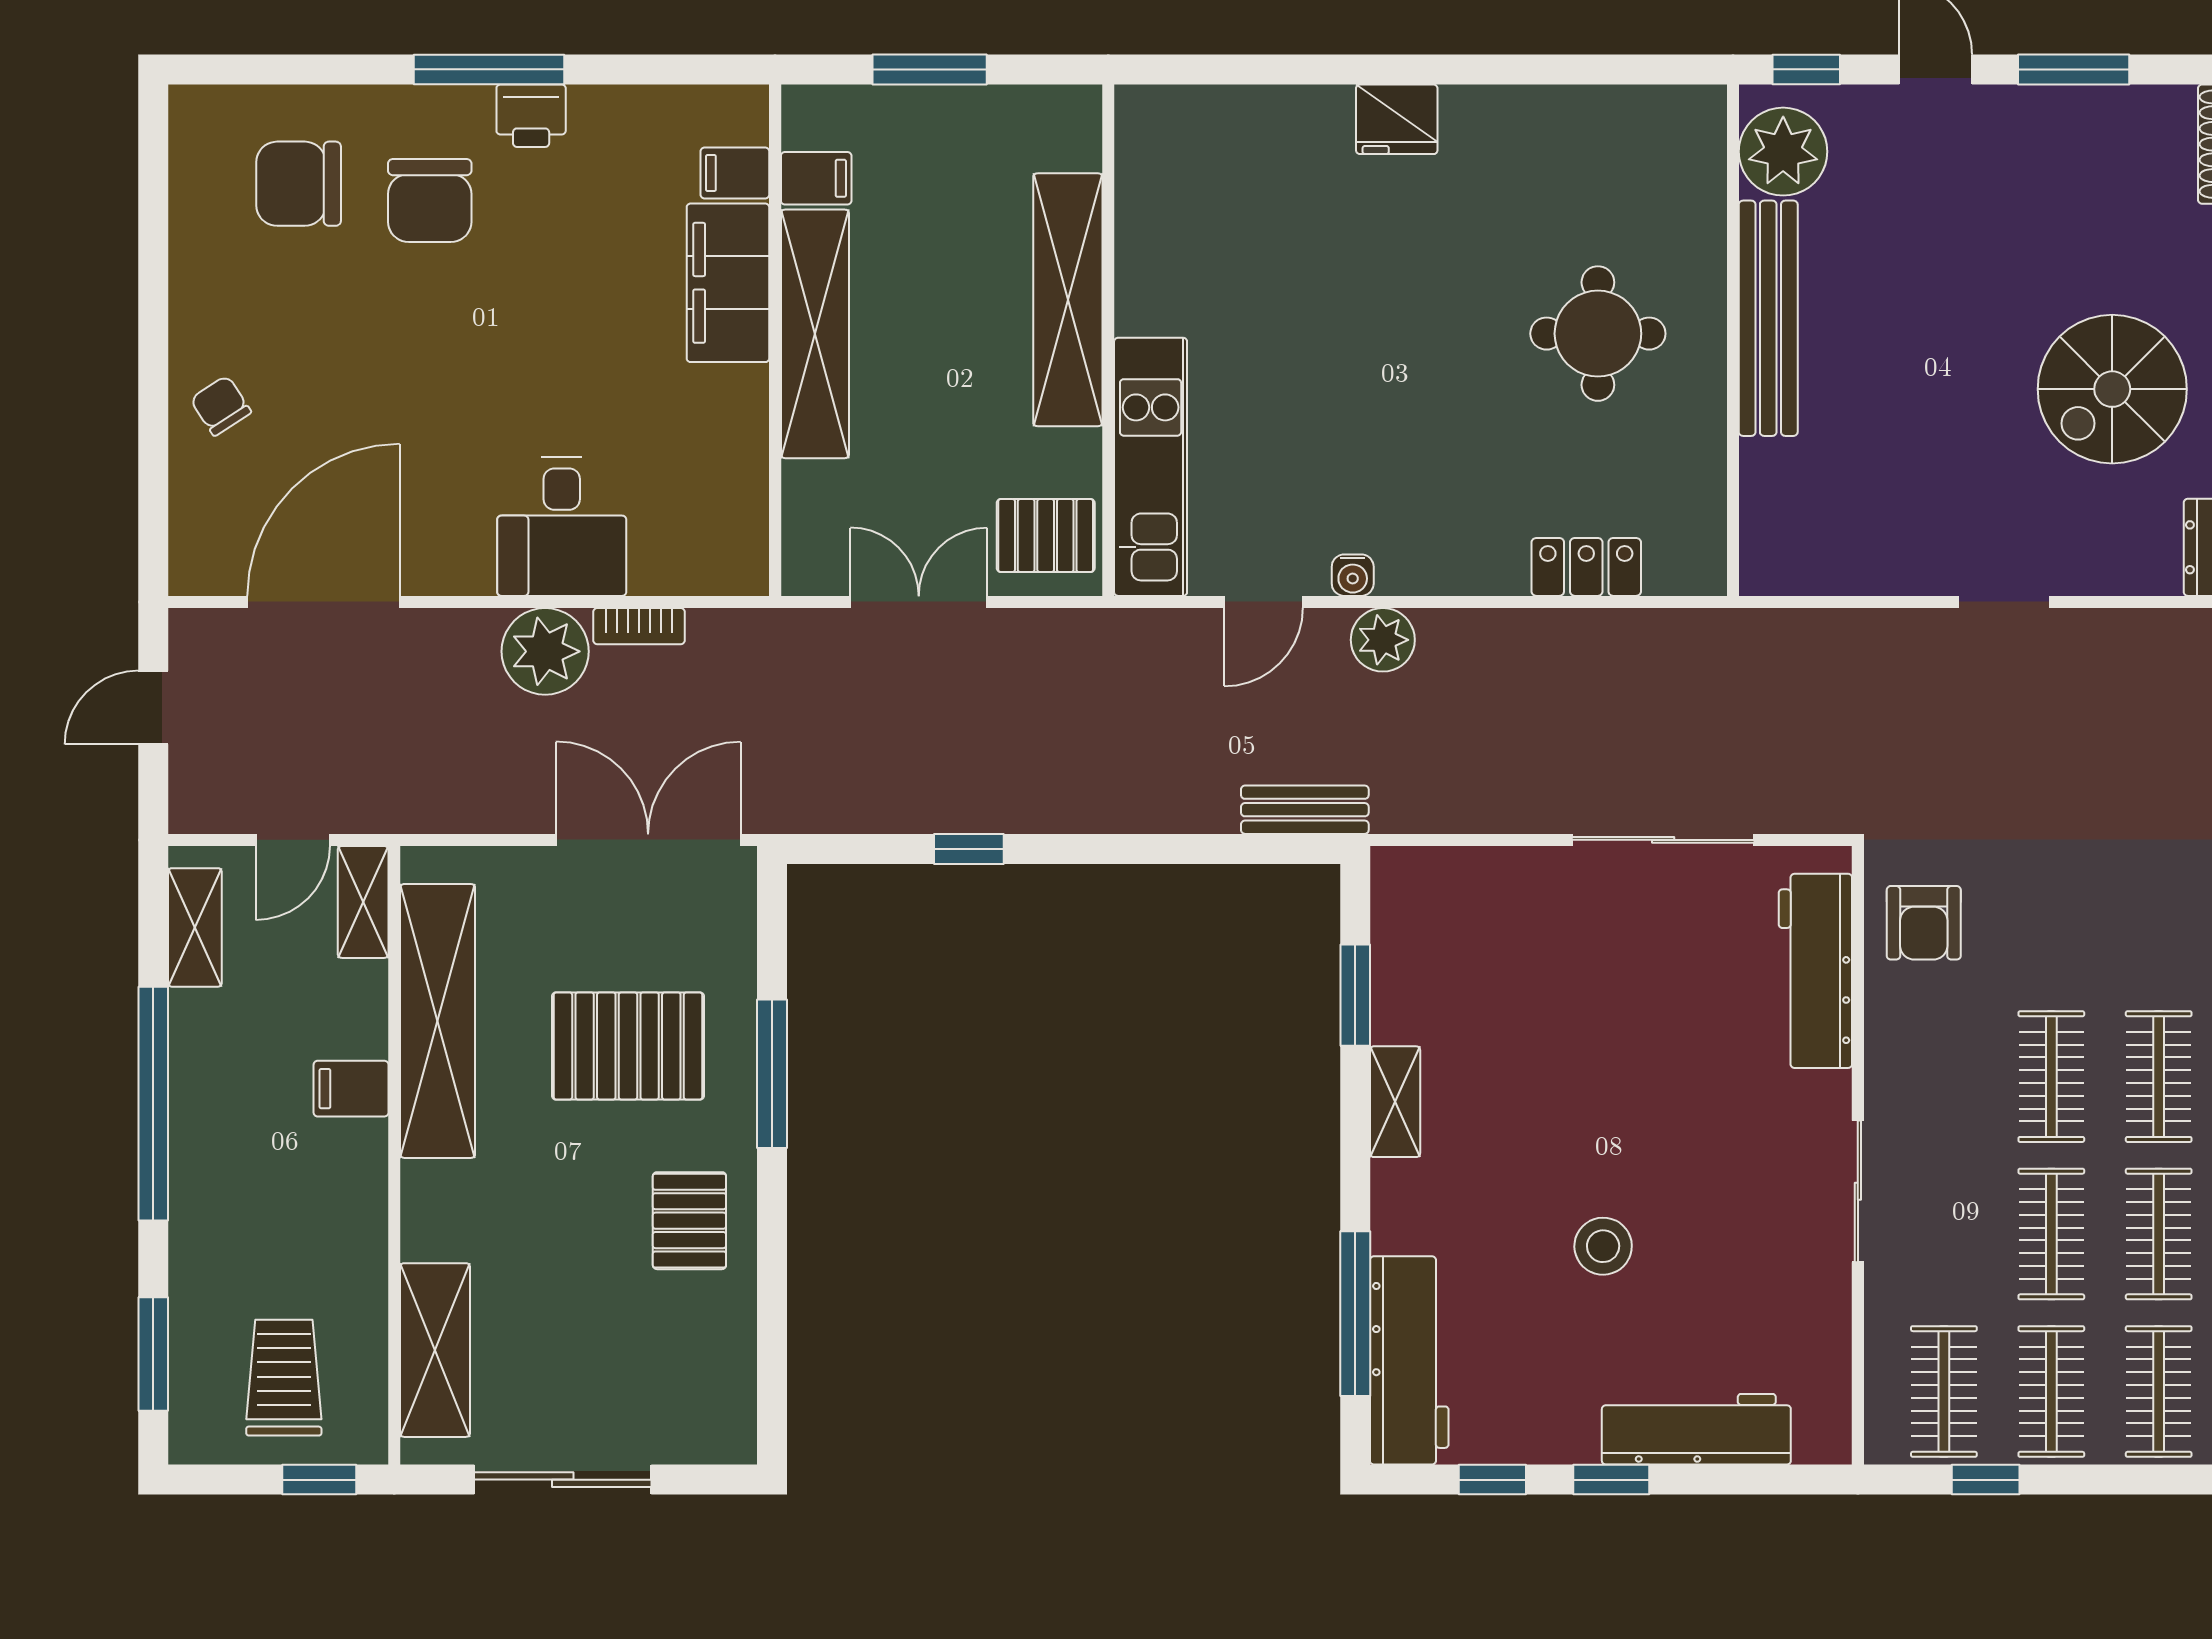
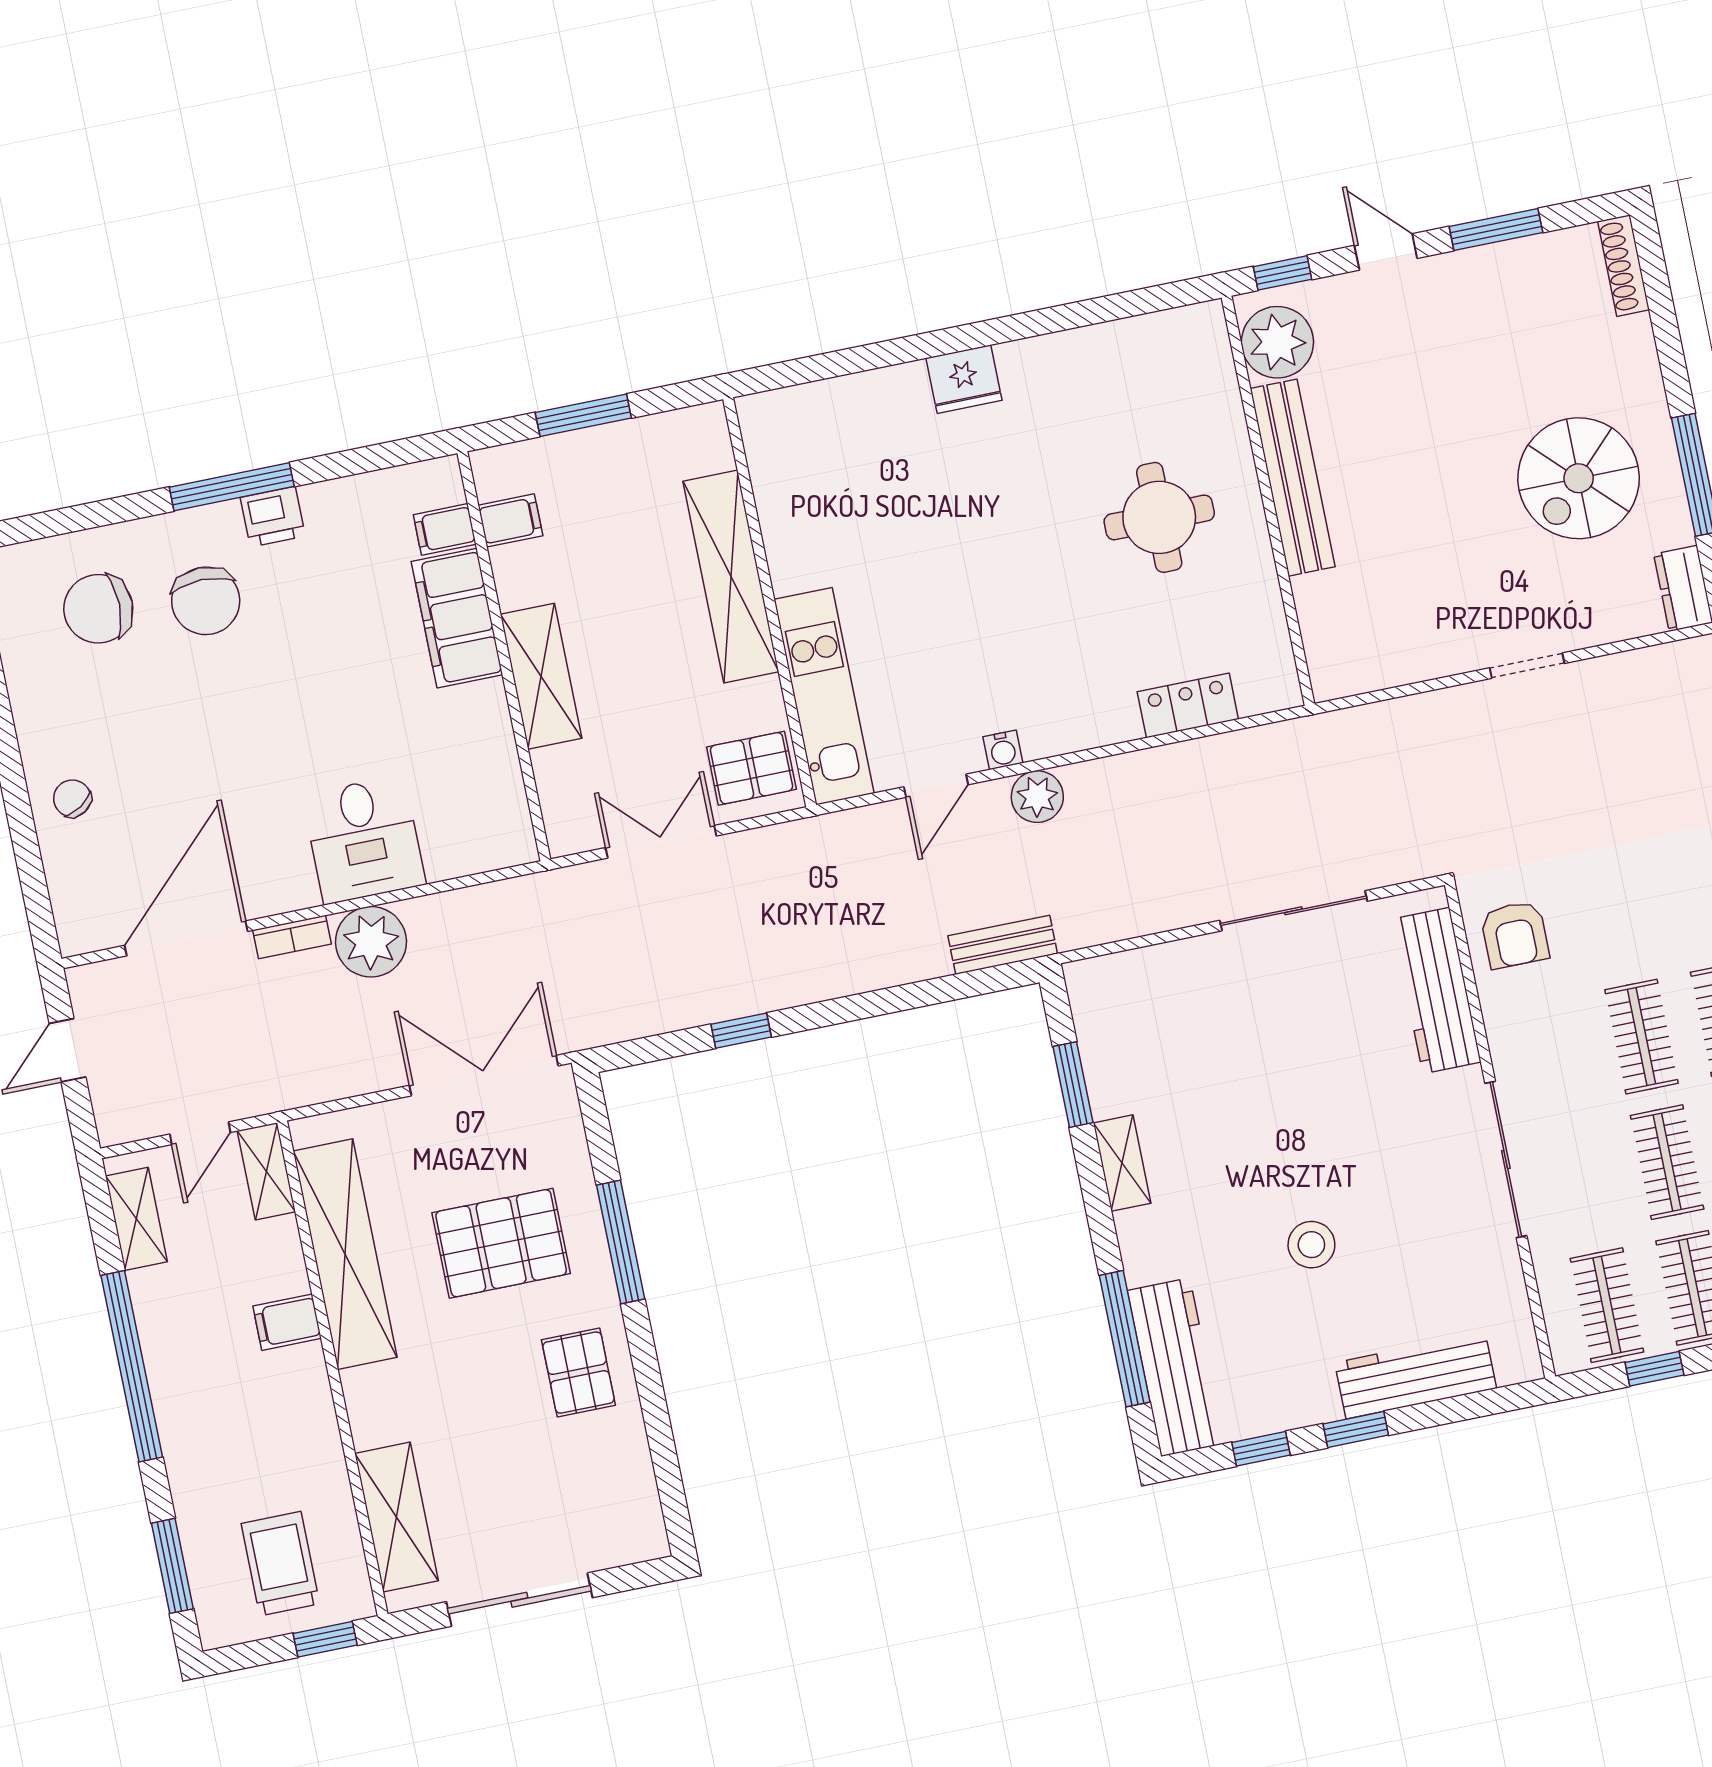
shelving: (815, 334) -> (541, 676), width x0.68
bookcase: (639, 626) -> (292, 937), moved
sliding door: (1858, 1191) -> (1506, 1159), width x1.37

